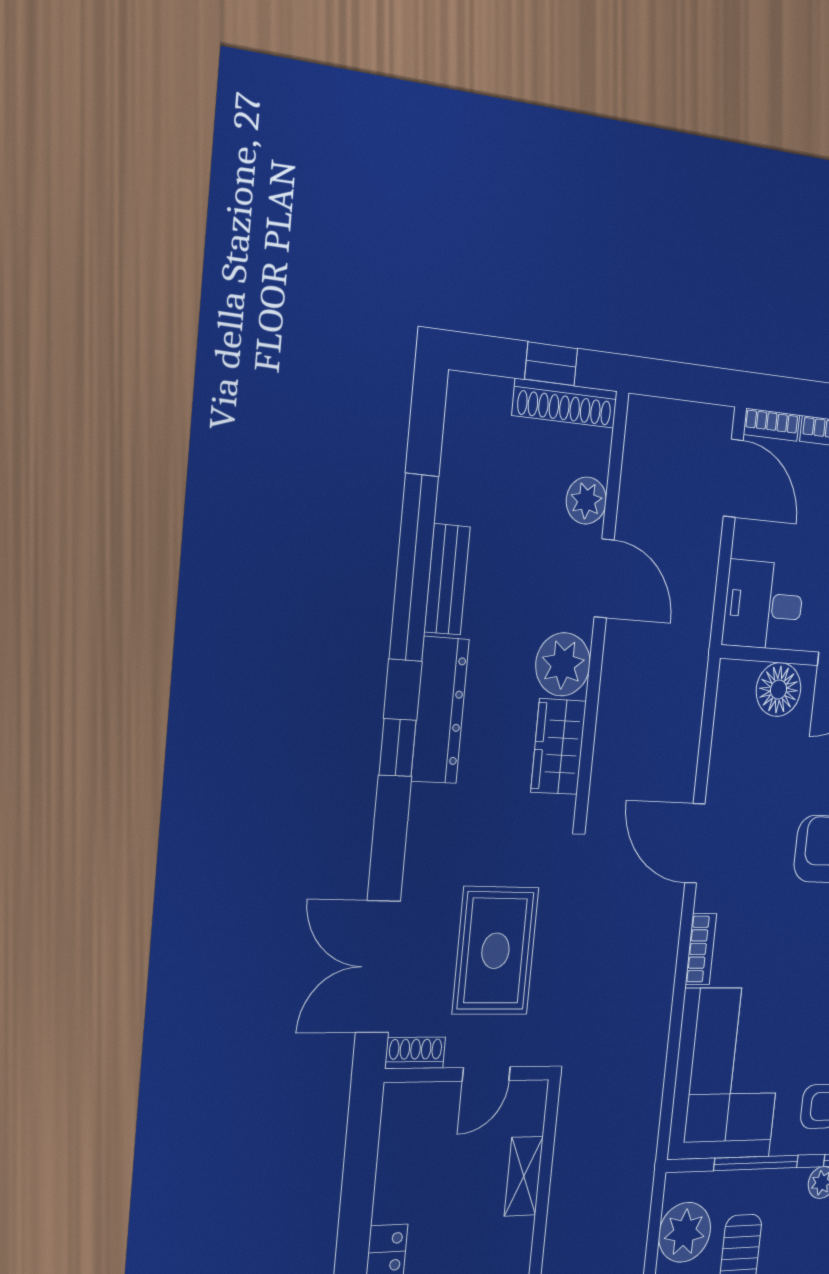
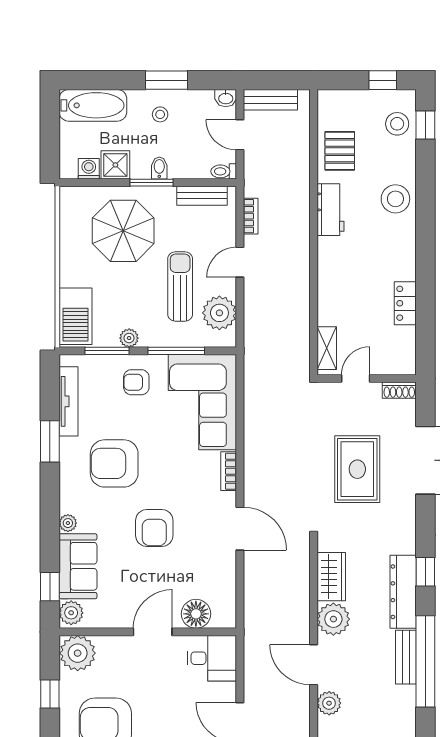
shoe rack: (415, 1053) -> (399, 390), moved
wall: (468, 1074) -> (367, 378), moved
door: (486, 1074) -> (356, 378), moved

